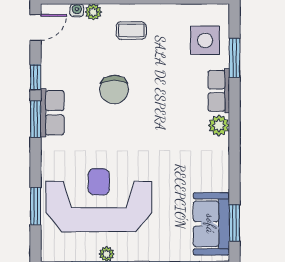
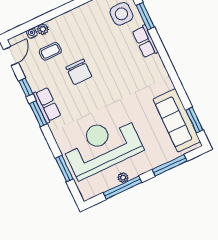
coffee table: (131, 30) -> (50, 51), moved
plant: (219, 125) -> (155, 63), removed
sofa: (211, 224) -> (177, 120), width x1.36

